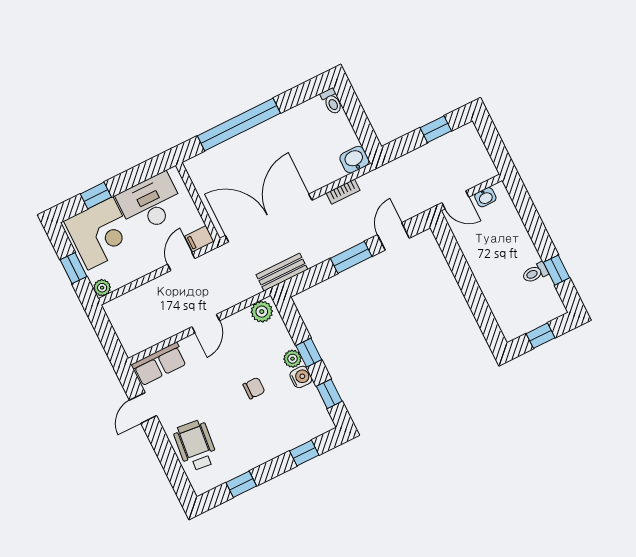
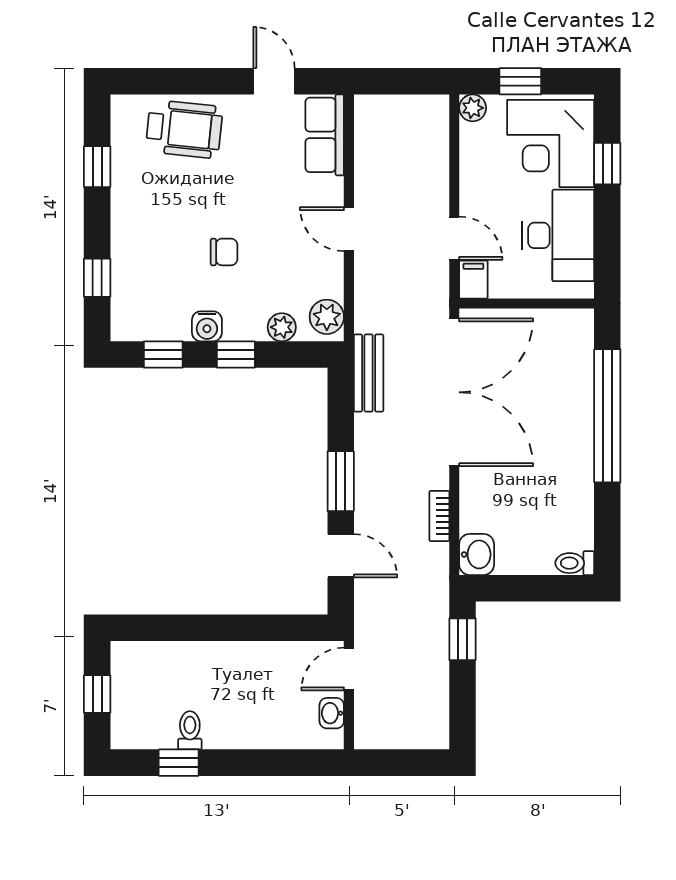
window: (436, 129) -> (462, 639), moved
plant: (293, 359) -> (282, 327), moved
chair: (254, 388) -> (224, 252), turned -90

